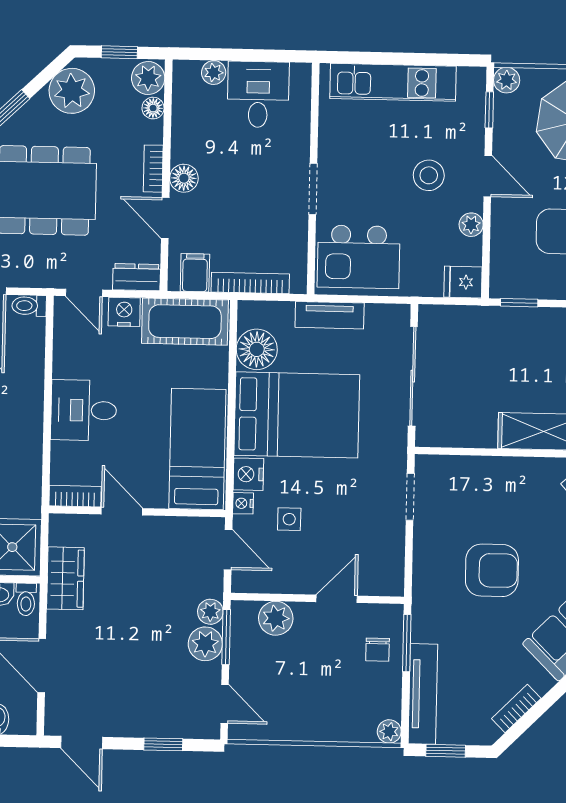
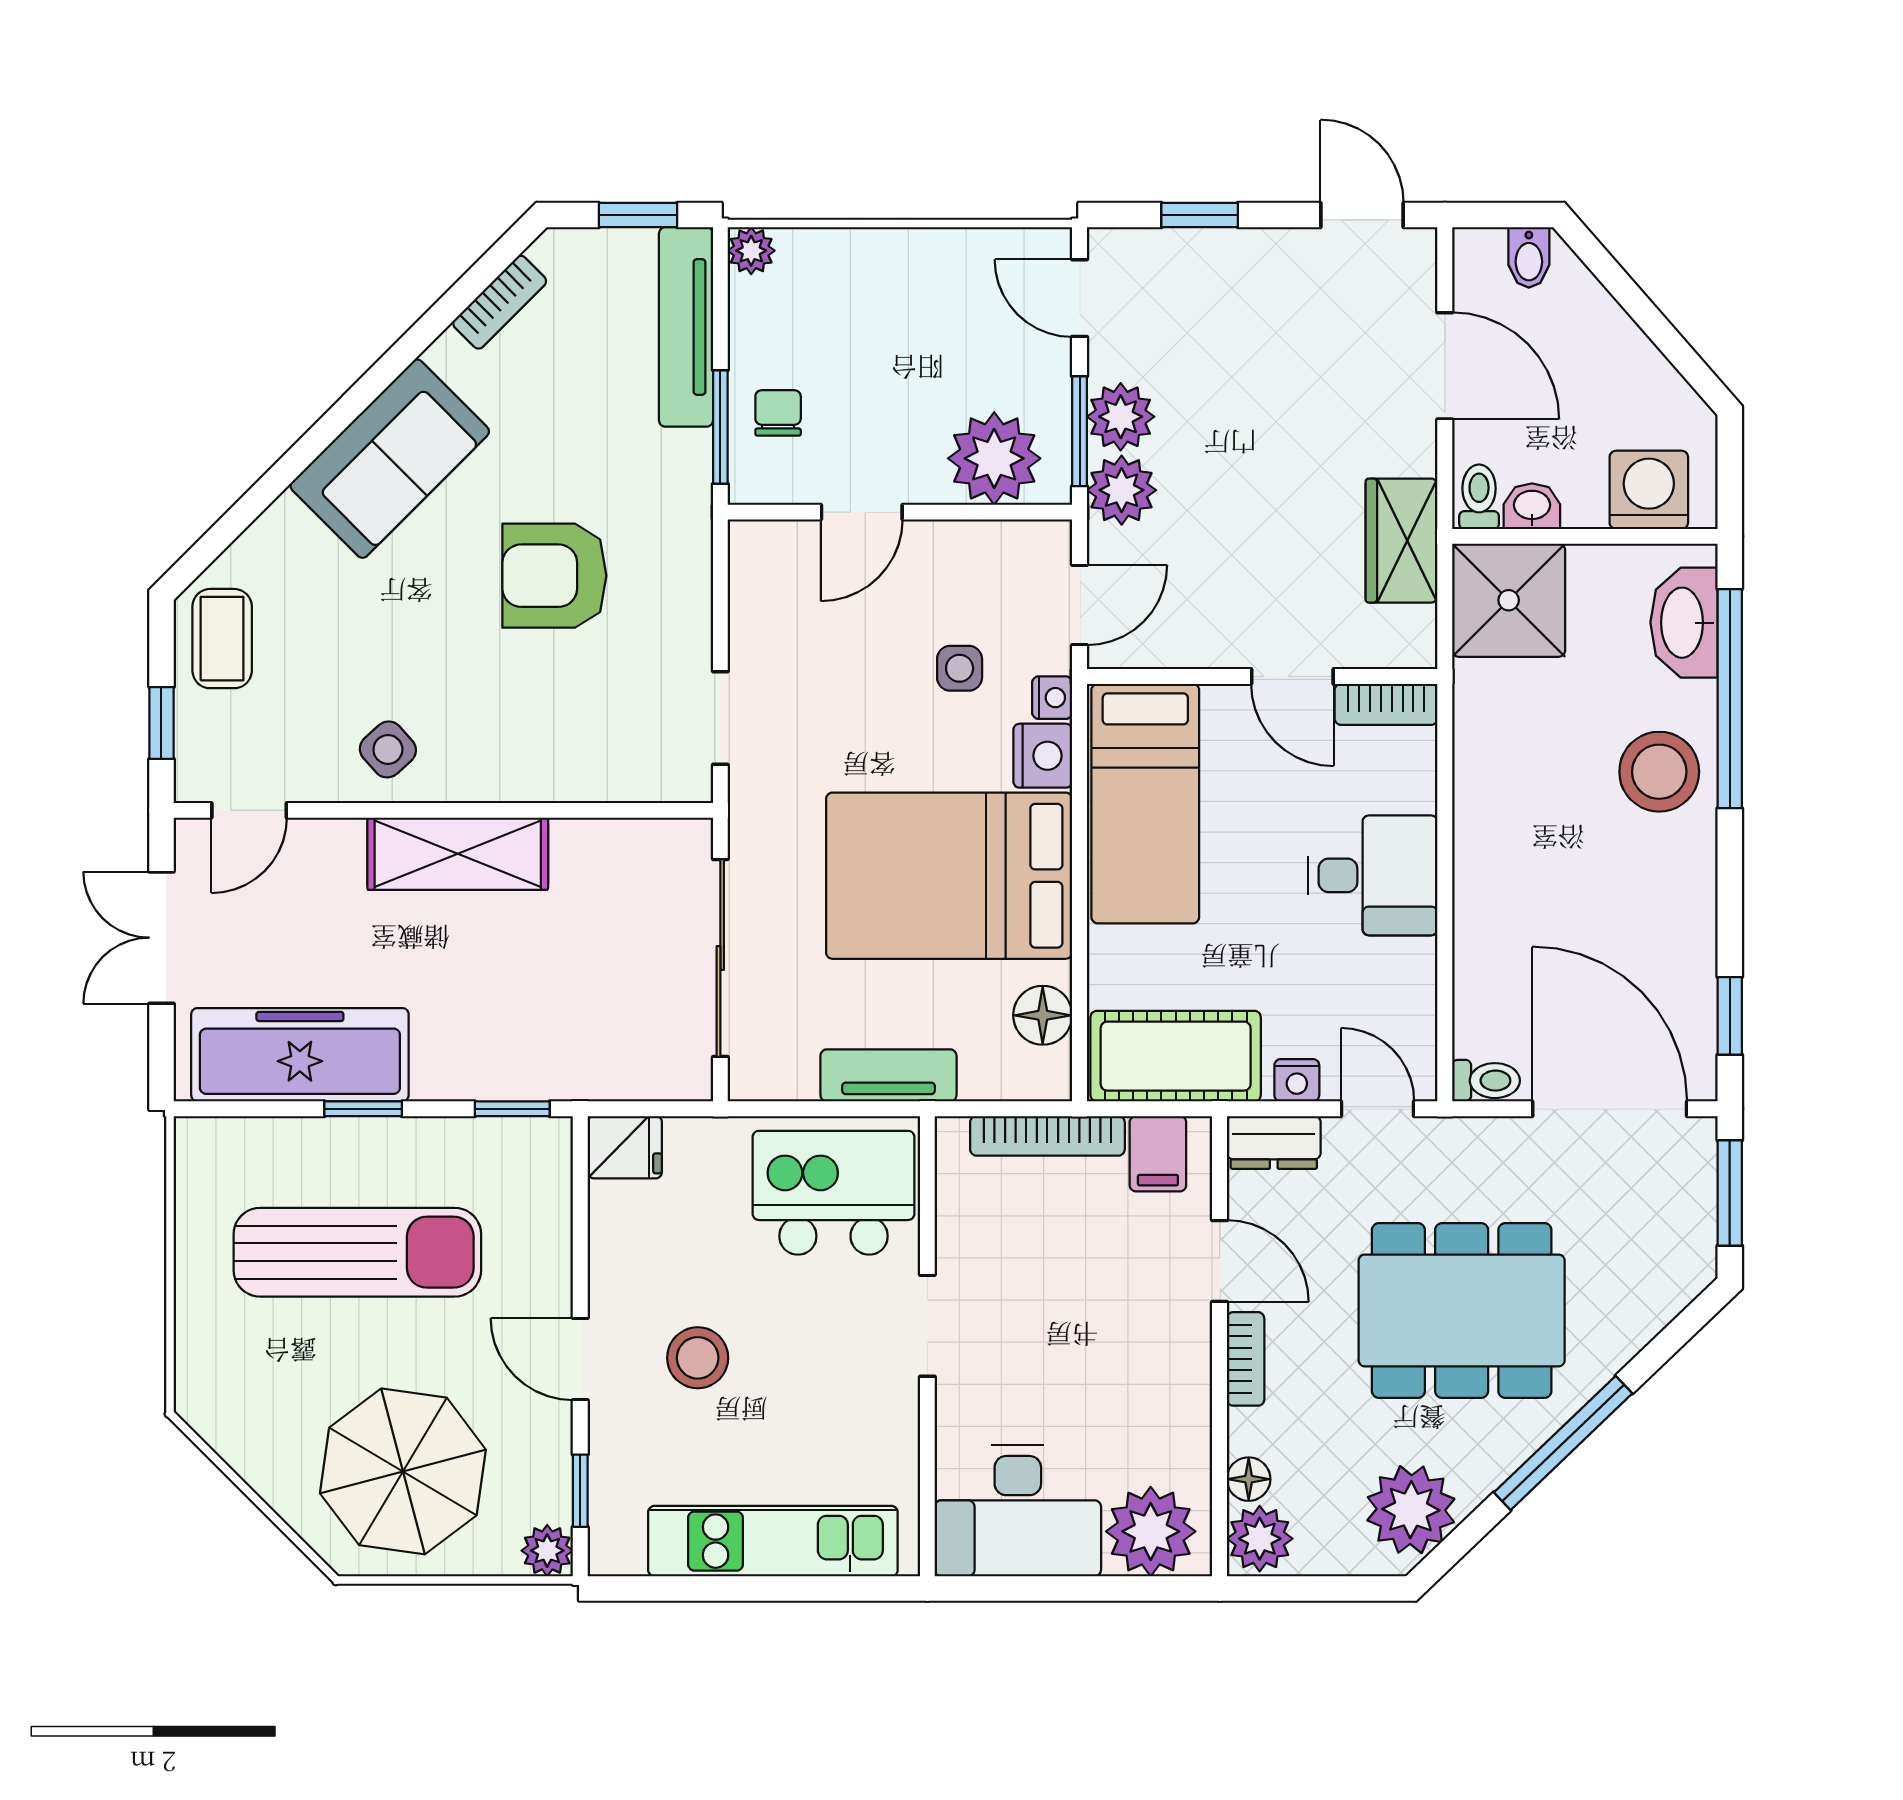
window: (119, 52) -> (1318, 1588), removed
plant: (214, 73) -> (1151, 1531), width x1.88, depth x1.88
desk: (258, 94) -> (1018, 1511), width x1.37
floor lamp: (184, 178) -> (1184, 1341), removed
plant: (471, 225) -> (611, 1262), removed
nightstand: (124, 312) -> (1297, 1080), width x0.72, depth x0.74
floor lamp: (257, 349) -> (1043, 1015), width x0.73, depth x0.73
door: (228, 550) -> (1080, 605), swing flipped
plant: (210, 612) -> (1122, 490), width x1.38, depth x1.38
plant: (276, 618) -> (994, 458), width x1.36, depth x1.36

